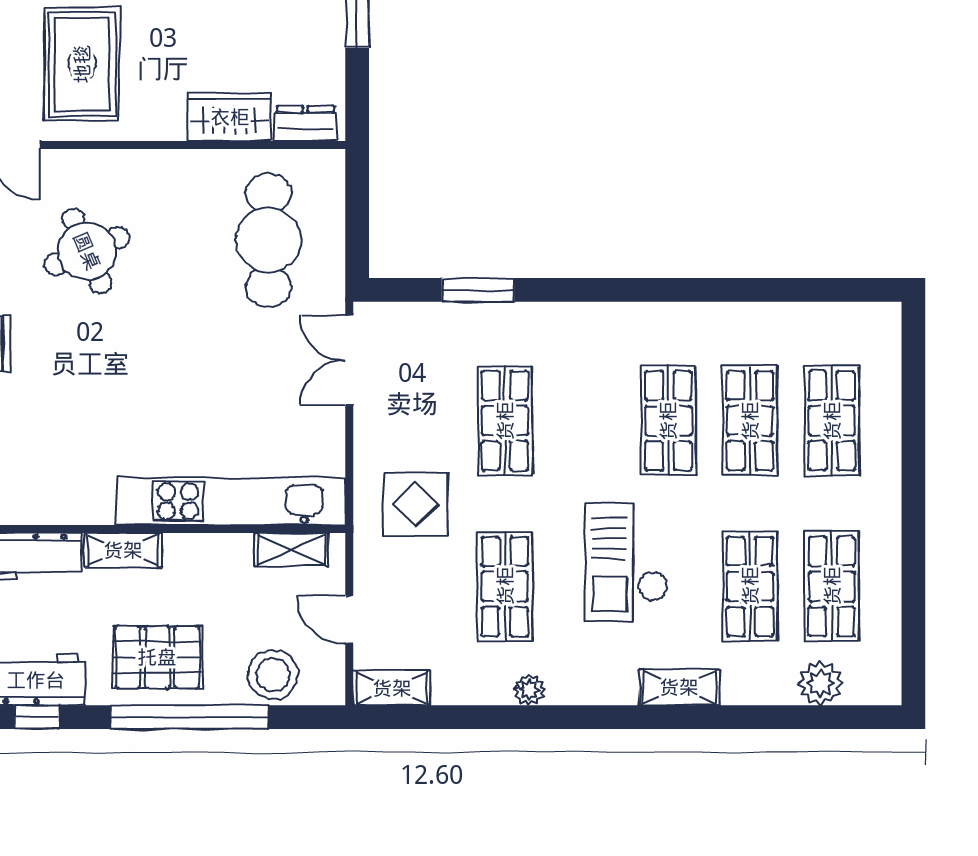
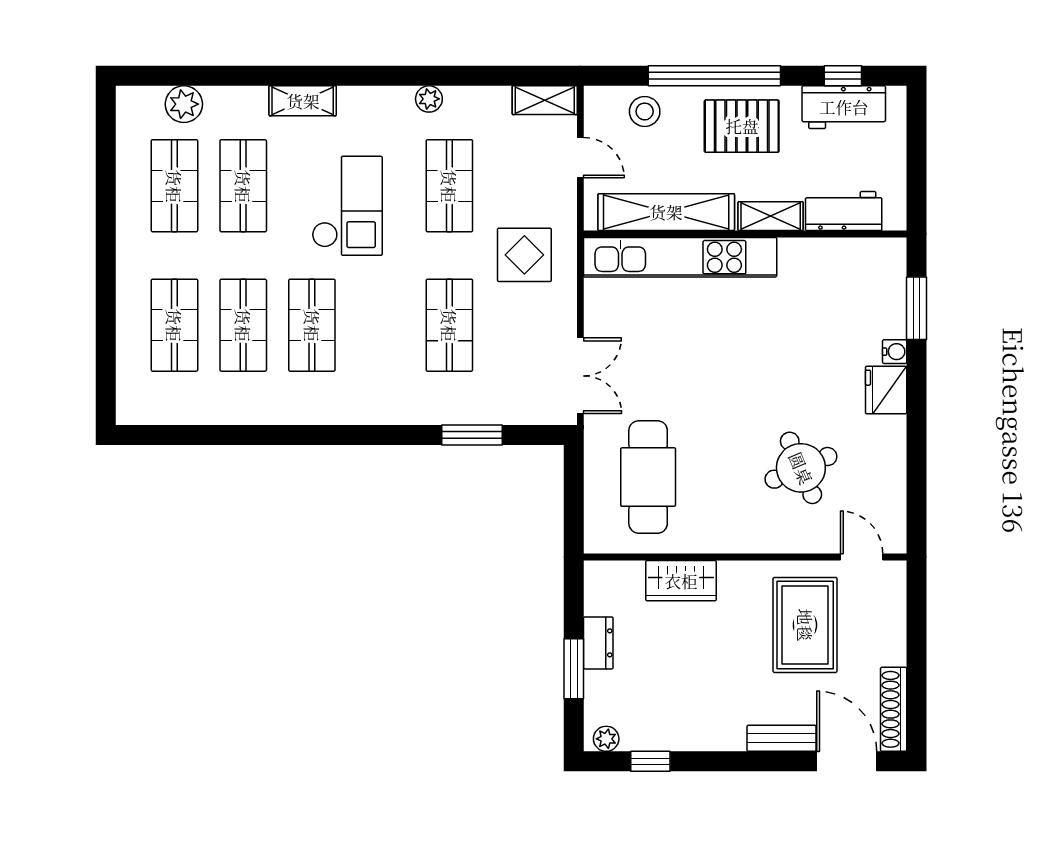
dresser: (305, 124) -> (598, 643), moved, turned -90
shelving: (291, 549) -> (666, 212), width x2.20, depth x1.33
stool: (273, 675) -> (645, 111), width x0.73, depth x0.73

